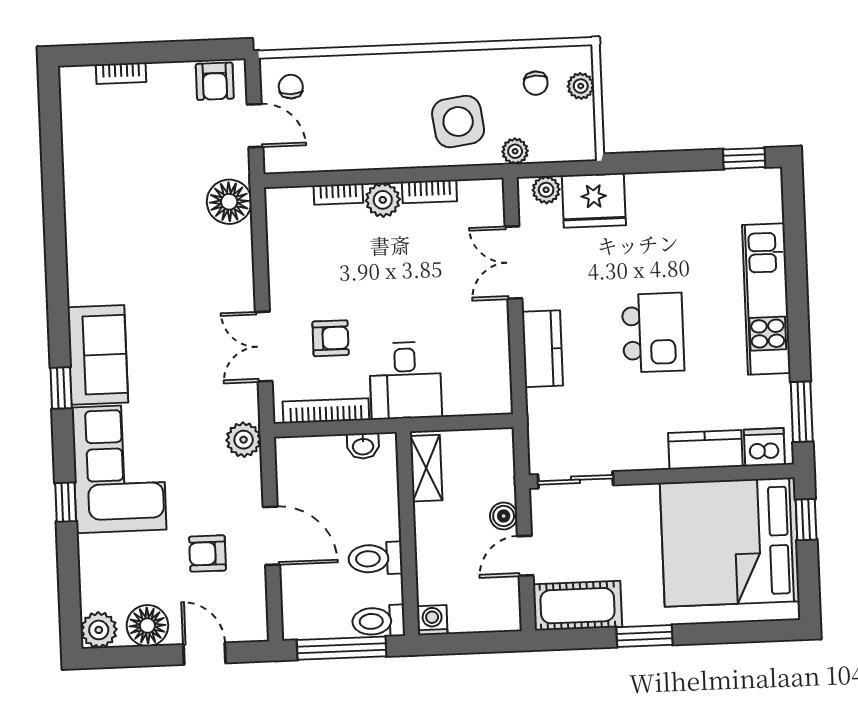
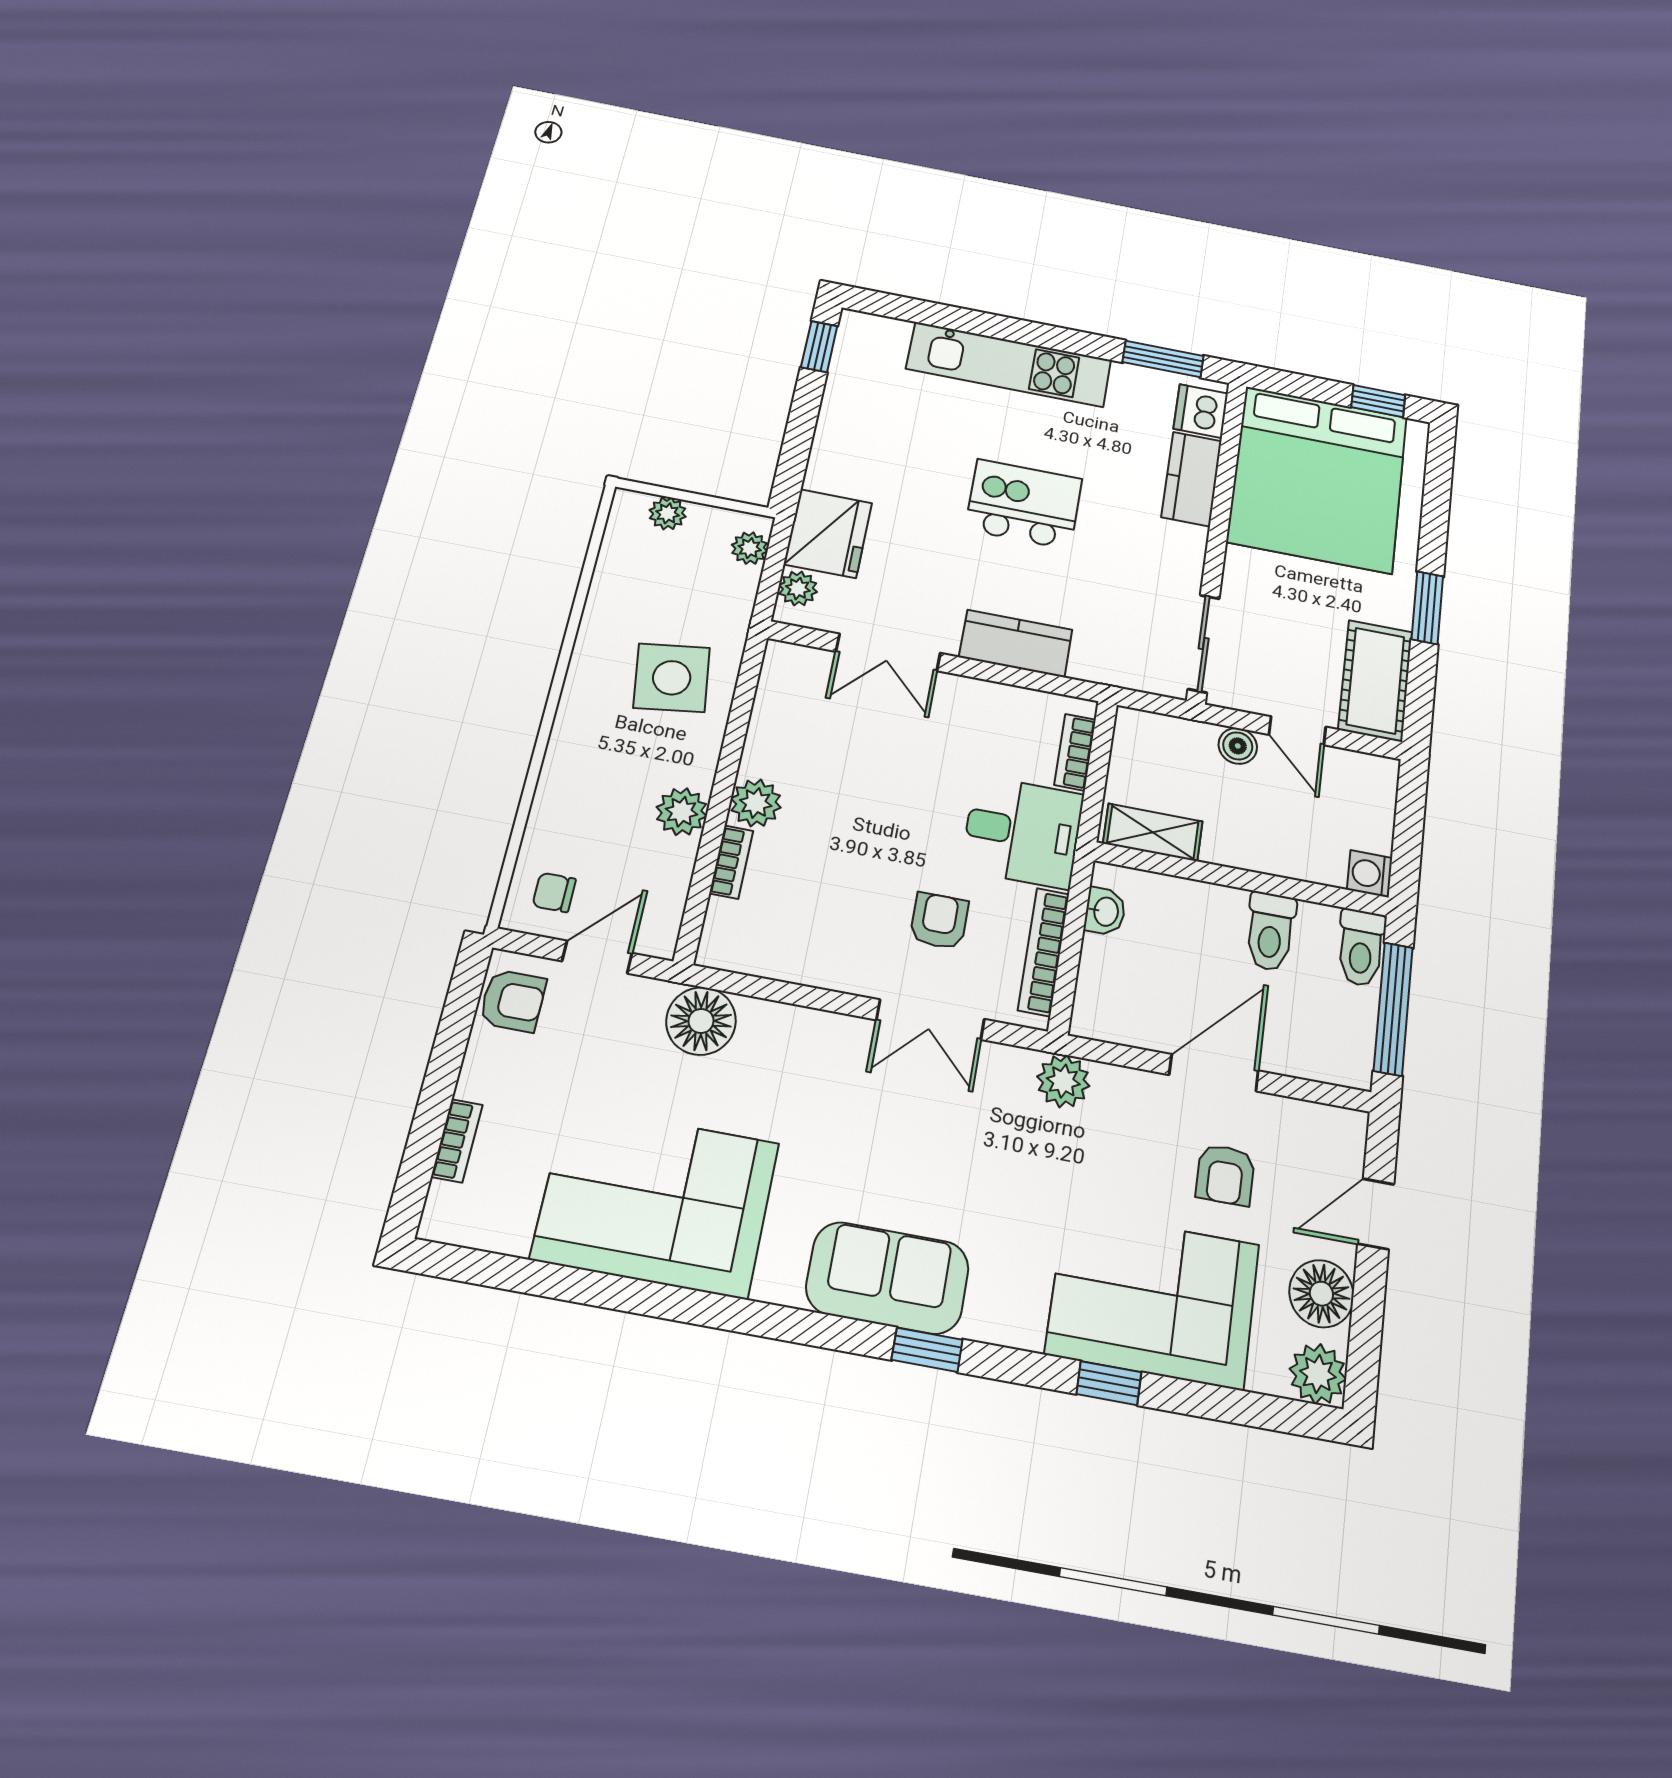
chair: (536, 83) -> (647, 567), removed
plant: (515, 151) -> (750, 548), moved
plant: (365, 153) -> (682, 812), added
bookcase: (429, 192) -> (1075, 752), moved, turned 180
corner sofa: (112, 203) -> (656, 1201), added
corner sofa: (119, 469) -> (1153, 1299), moved
window: (806, 520) -> (1378, 401), moved

